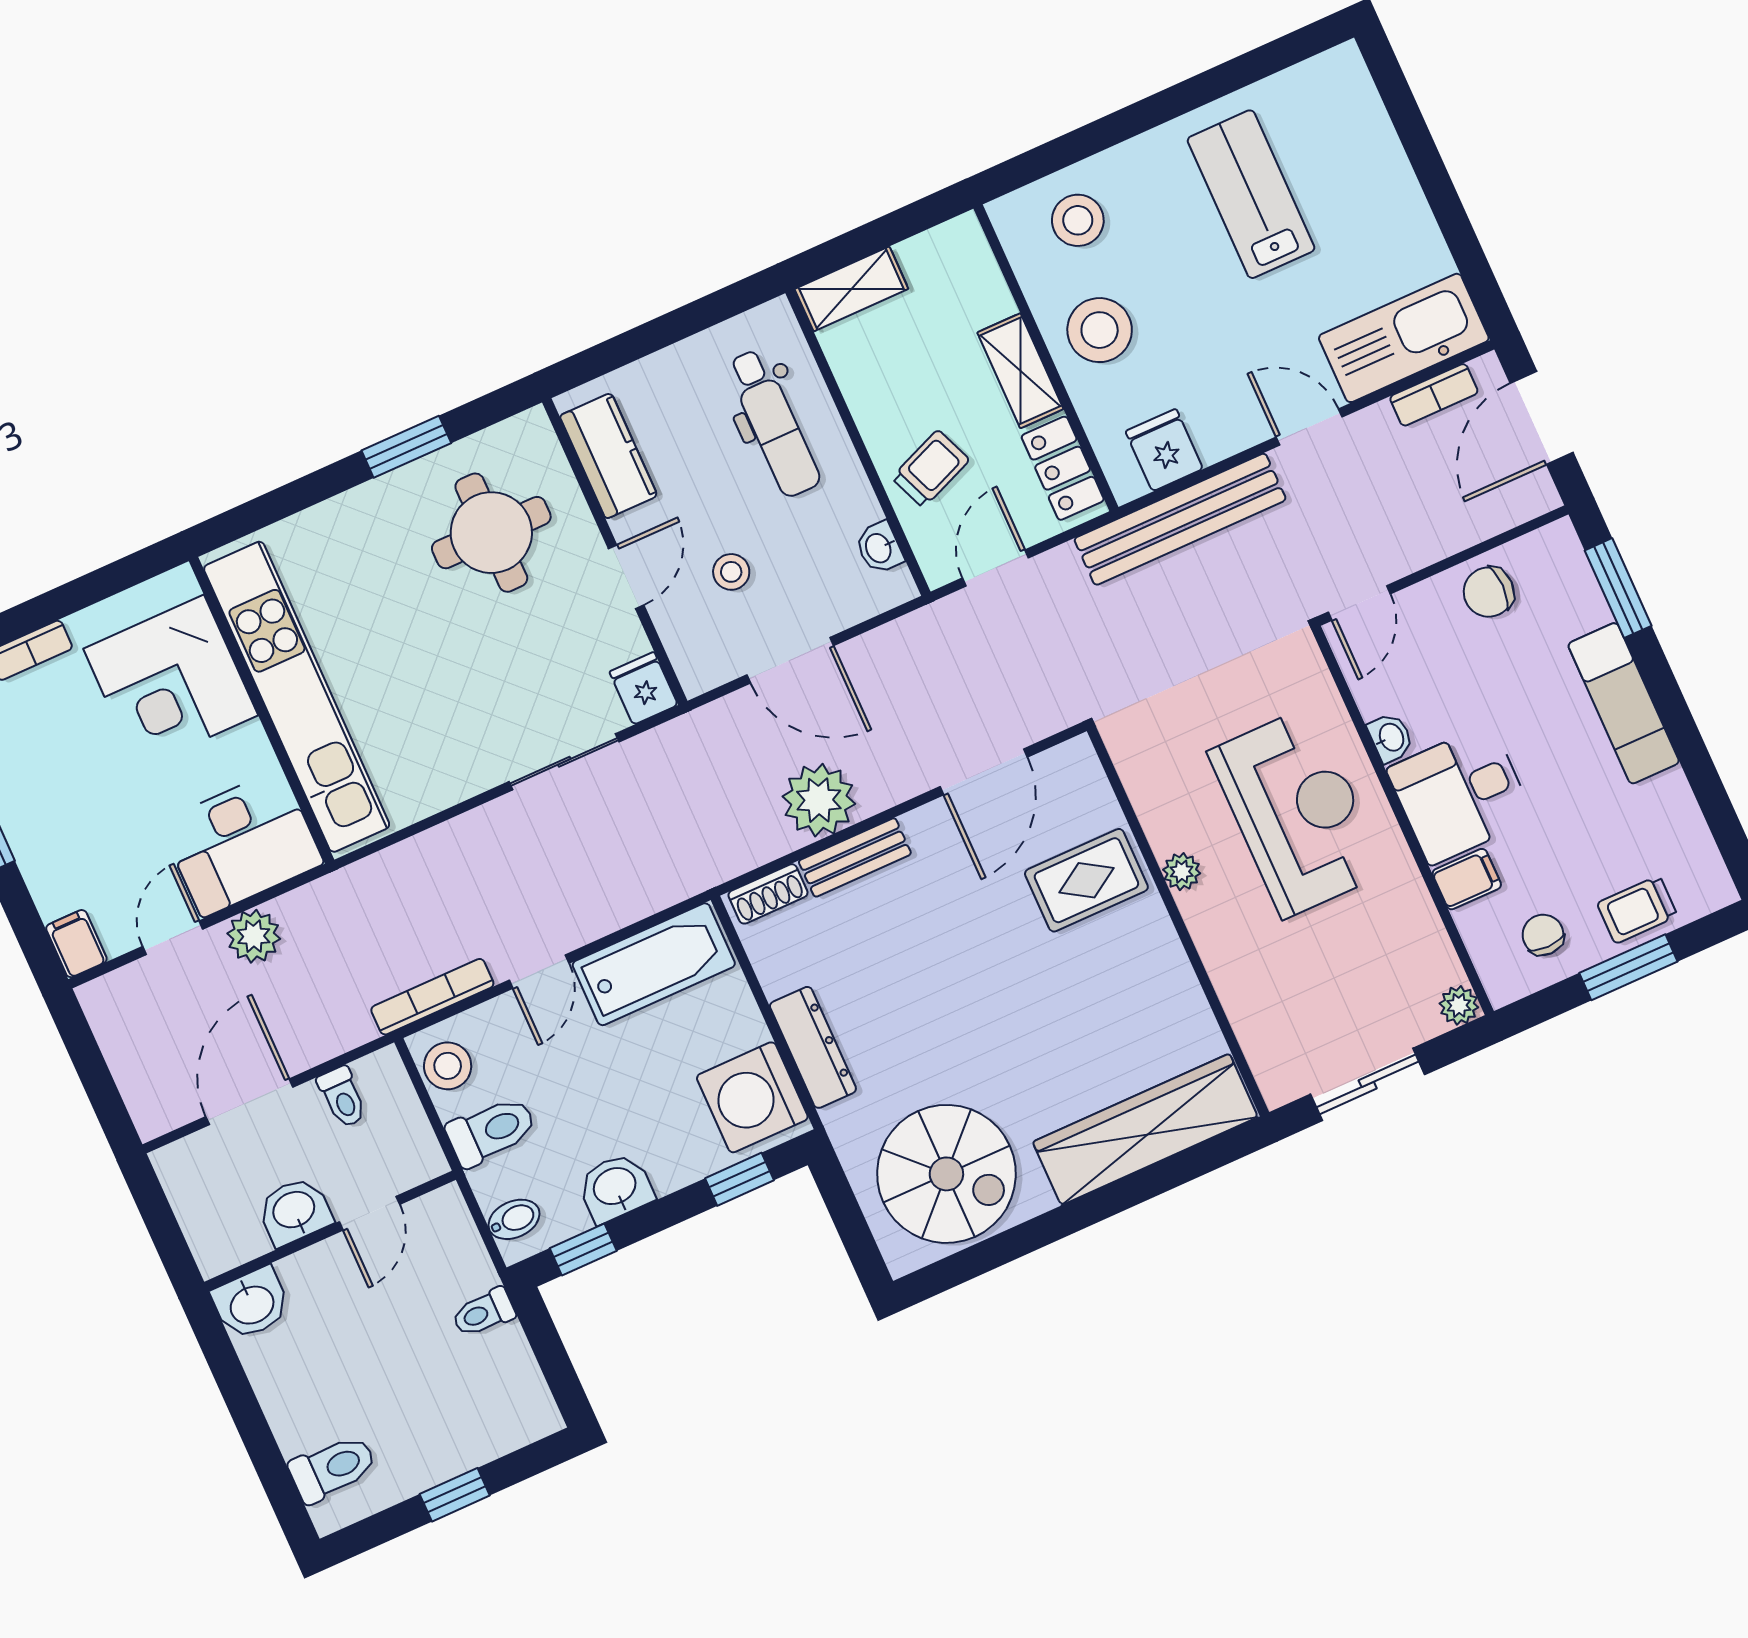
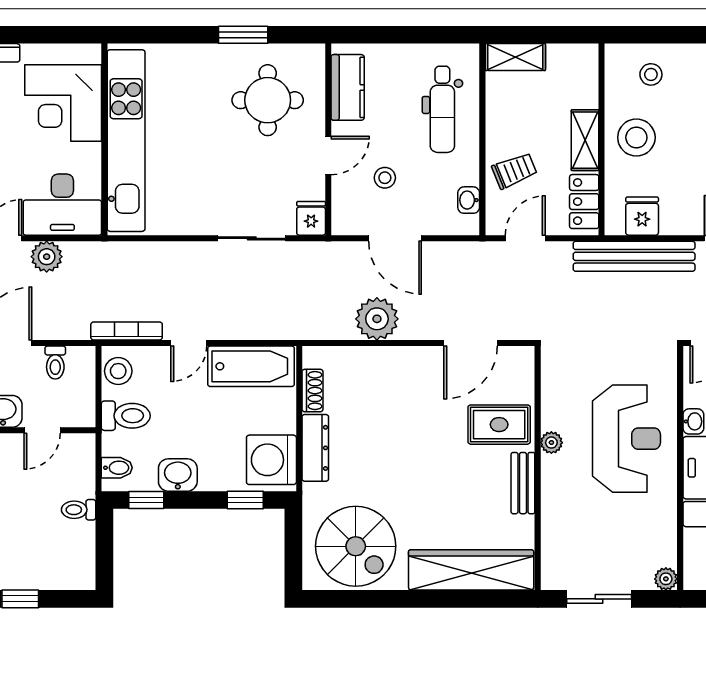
stool: (1078, 220) -> (651, 74), width x0.73, depth x0.73
bench: (855, 857) -> (523, 483), moved, turned 90
shoe rack: (768, 894) -> (312, 391), moved, turned -90

